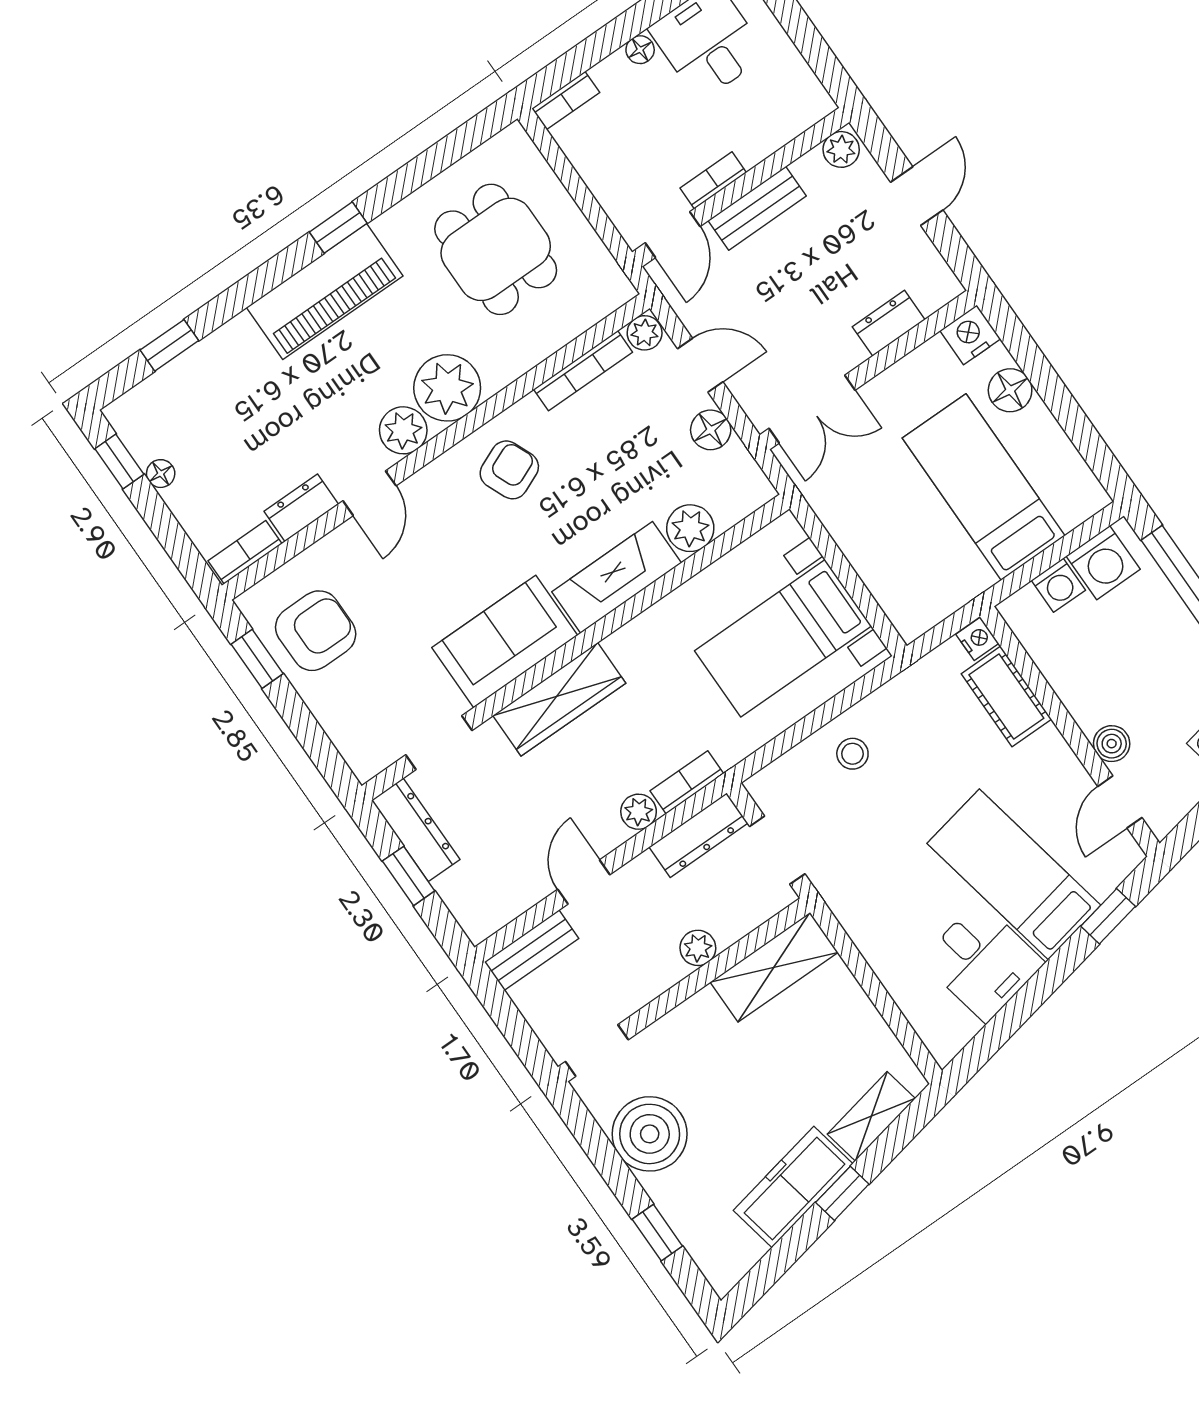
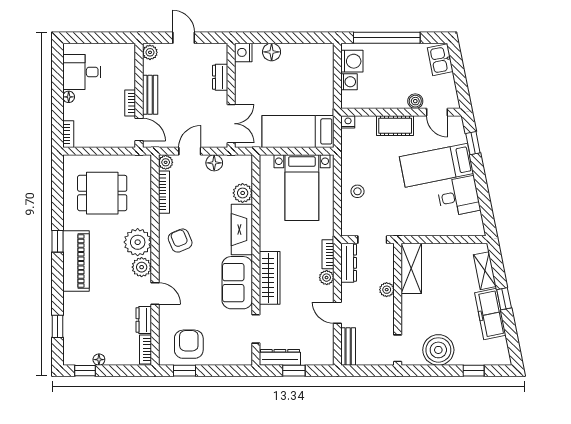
bed: (984, 487) -> (298, 131), moved
cot: (1006, 696) -> (395, 126), moved

